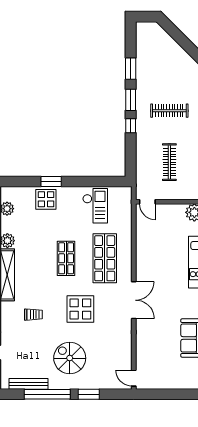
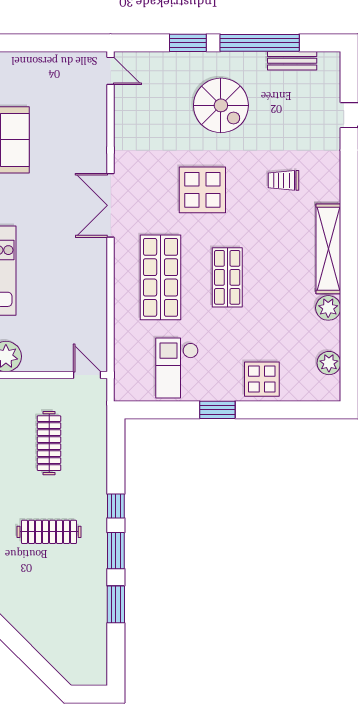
window: (51, 181) -> (217, 410), moved
bench: (28, 384) -> (292, 61), width x0.73

